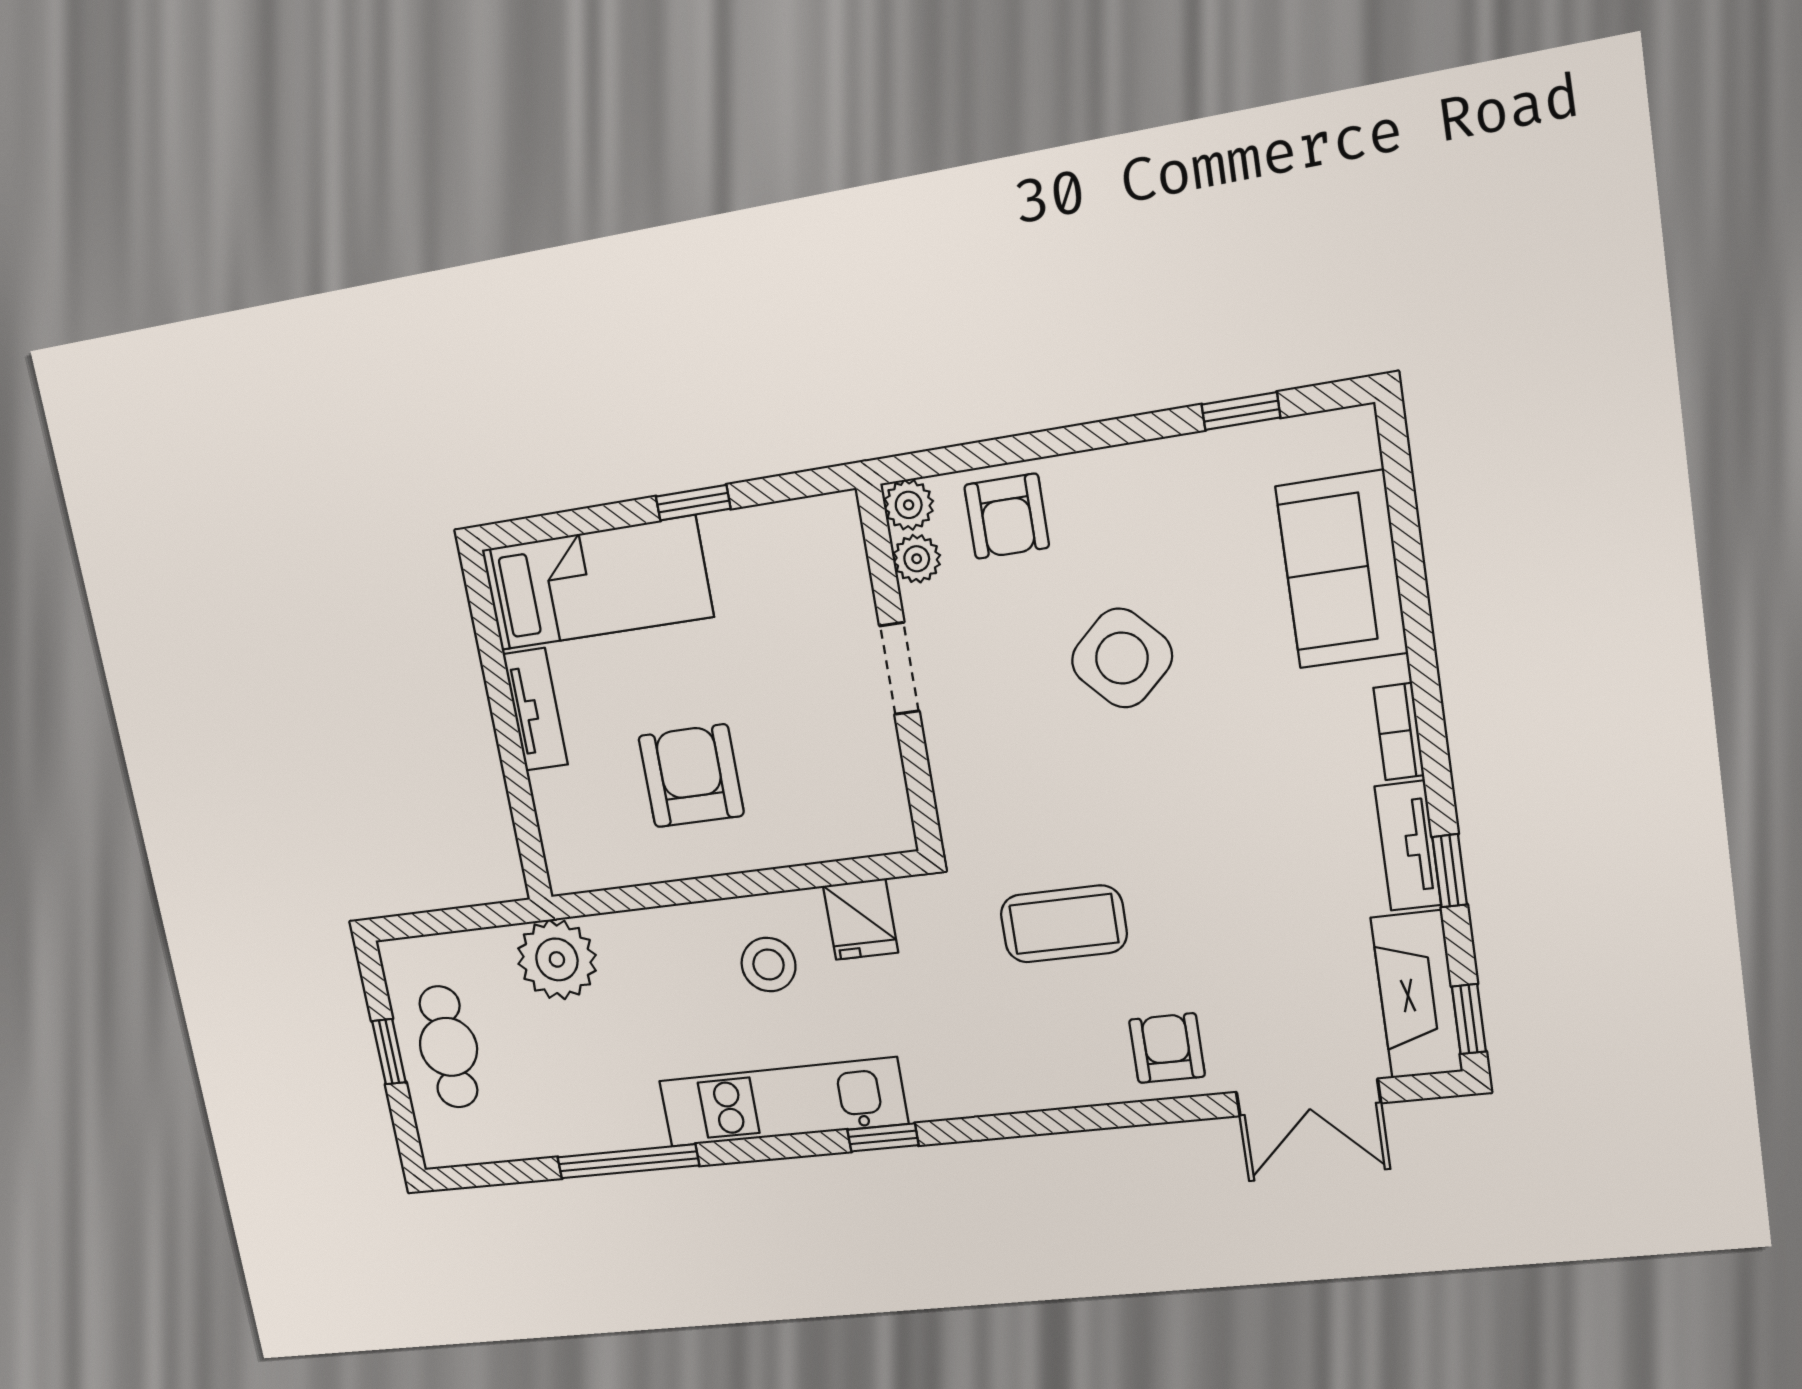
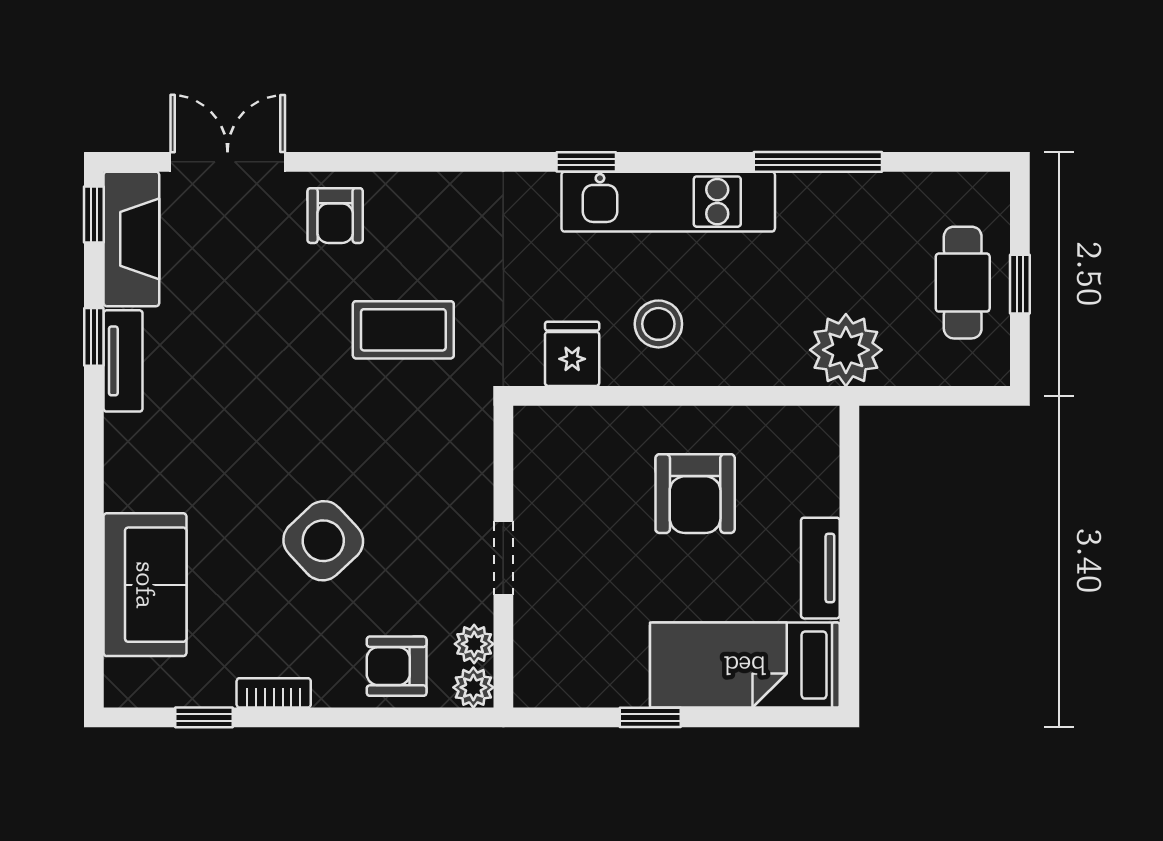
armchair: (1007, 516) -> (397, 666), turned -90
bookcase: (1399, 732) -> (274, 693), moved, turned -90

